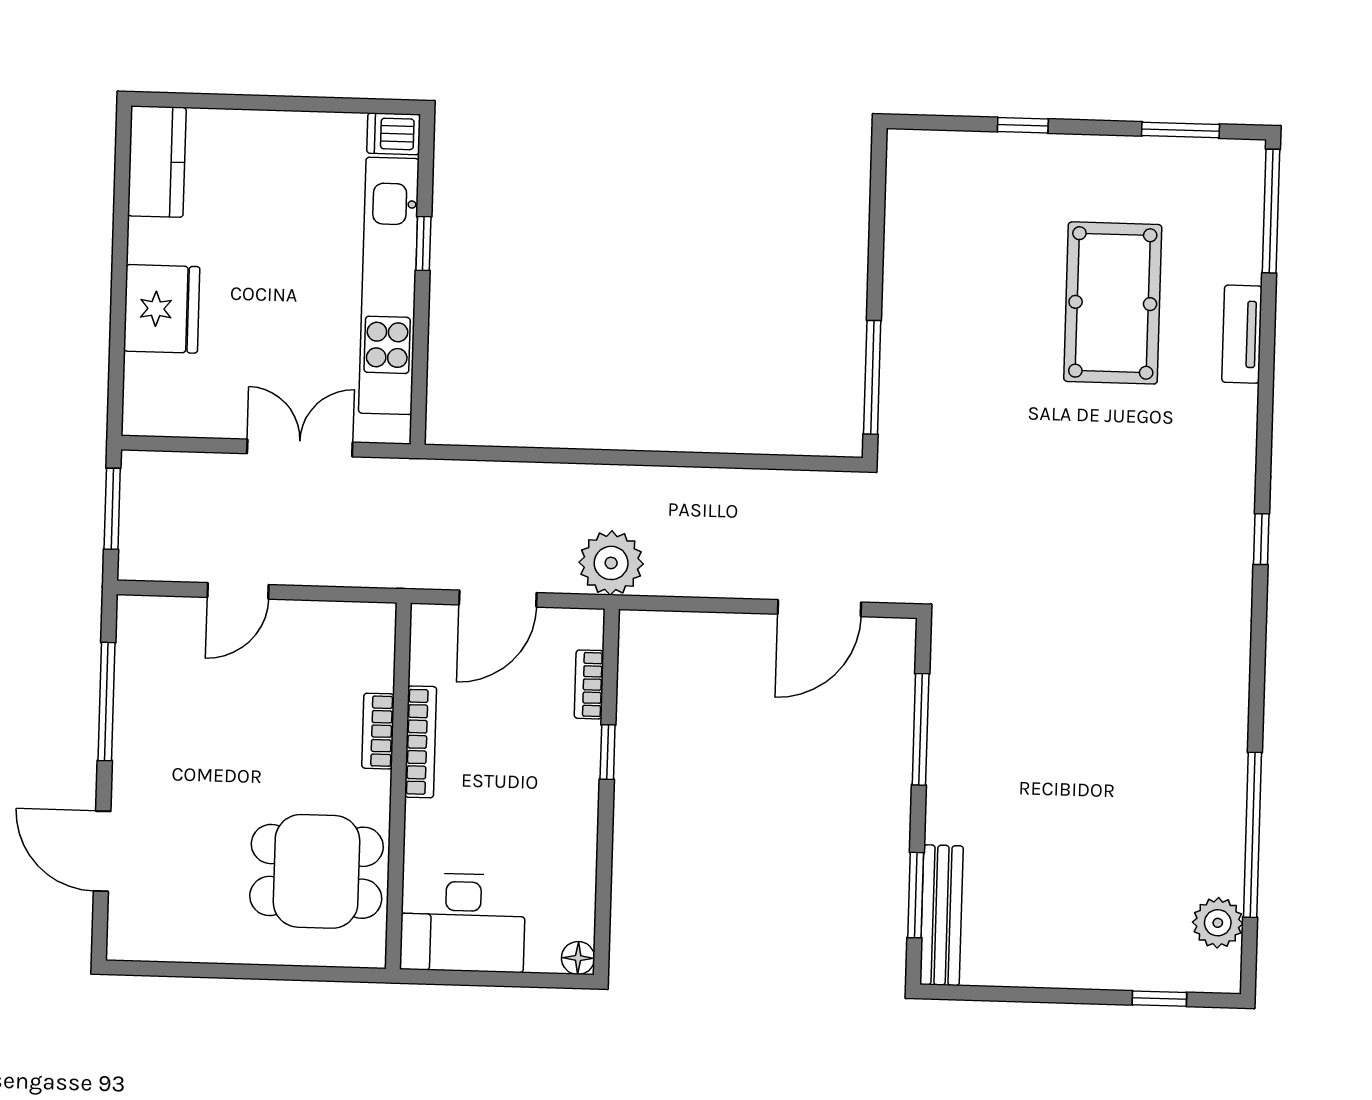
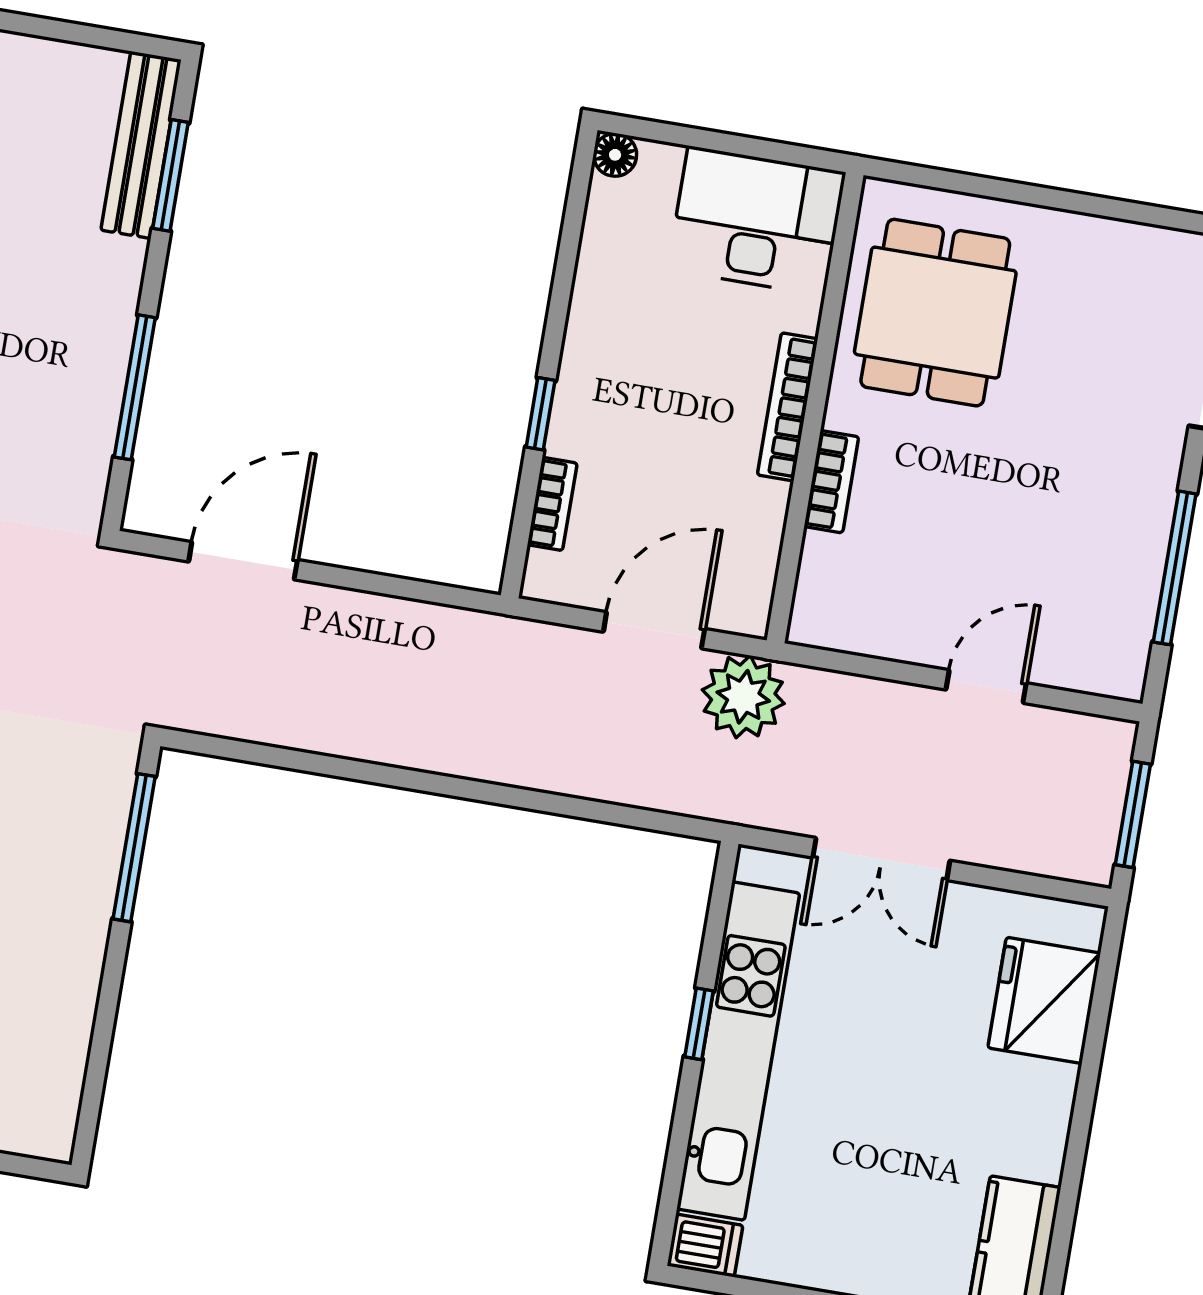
window: (423, 243) -> (699, 1024), moved
fridge: (162, 309) -> (1044, 1000), moved
plant: (611, 563) -> (743, 697), moved
bookcase: (421, 742) -> (788, 407), moved
dining table: (317, 871) -> (935, 313), turned 90

